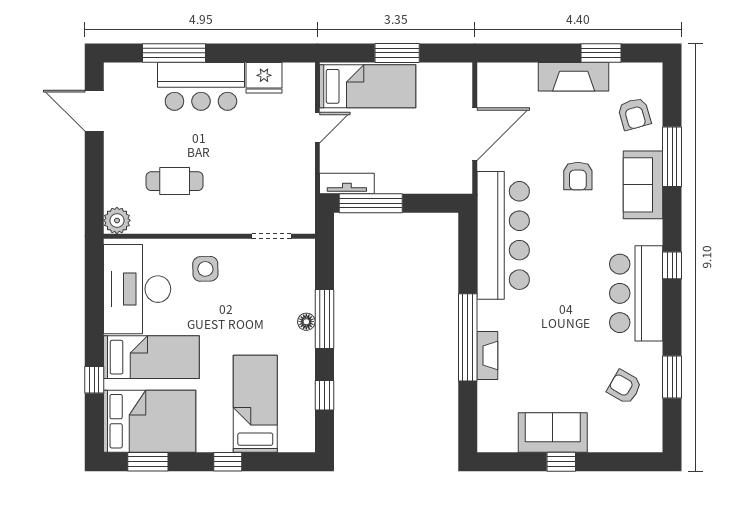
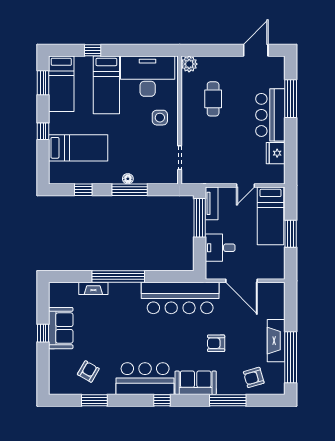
window: (601, 53) -> (291, 357), width x2.11
door: (317, 128) -> (245, 185), hinge flipped
desk: (420, 169) -> (220, 248), added
sofa: (643, 185) -> (196, 383), moved
fireplace: (487, 355) -> (93, 288), moved
bed: (150, 421) -> (61, 84), width x0.67

